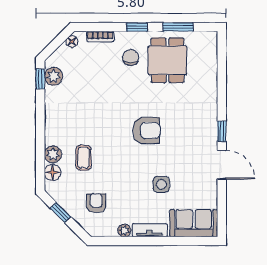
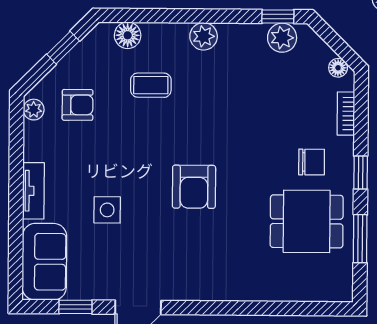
window: (222, 131) -> (75, 307), moved
plant: (53, 154) -> (204, 36), moved
plant: (124, 230) -> (34, 110), moved

